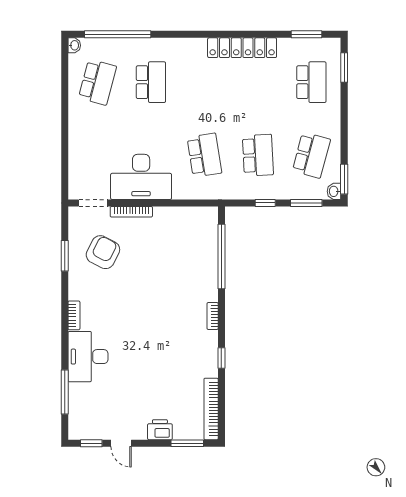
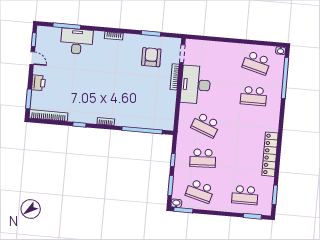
school desk: (204, 155) -> (206, 125), turned 30
armchair: (103, 252) -> (151, 57), turned -117
desk: (88, 357) -> (77, 41), moved
door: (121, 443) -> (32, 58), swing flipped

